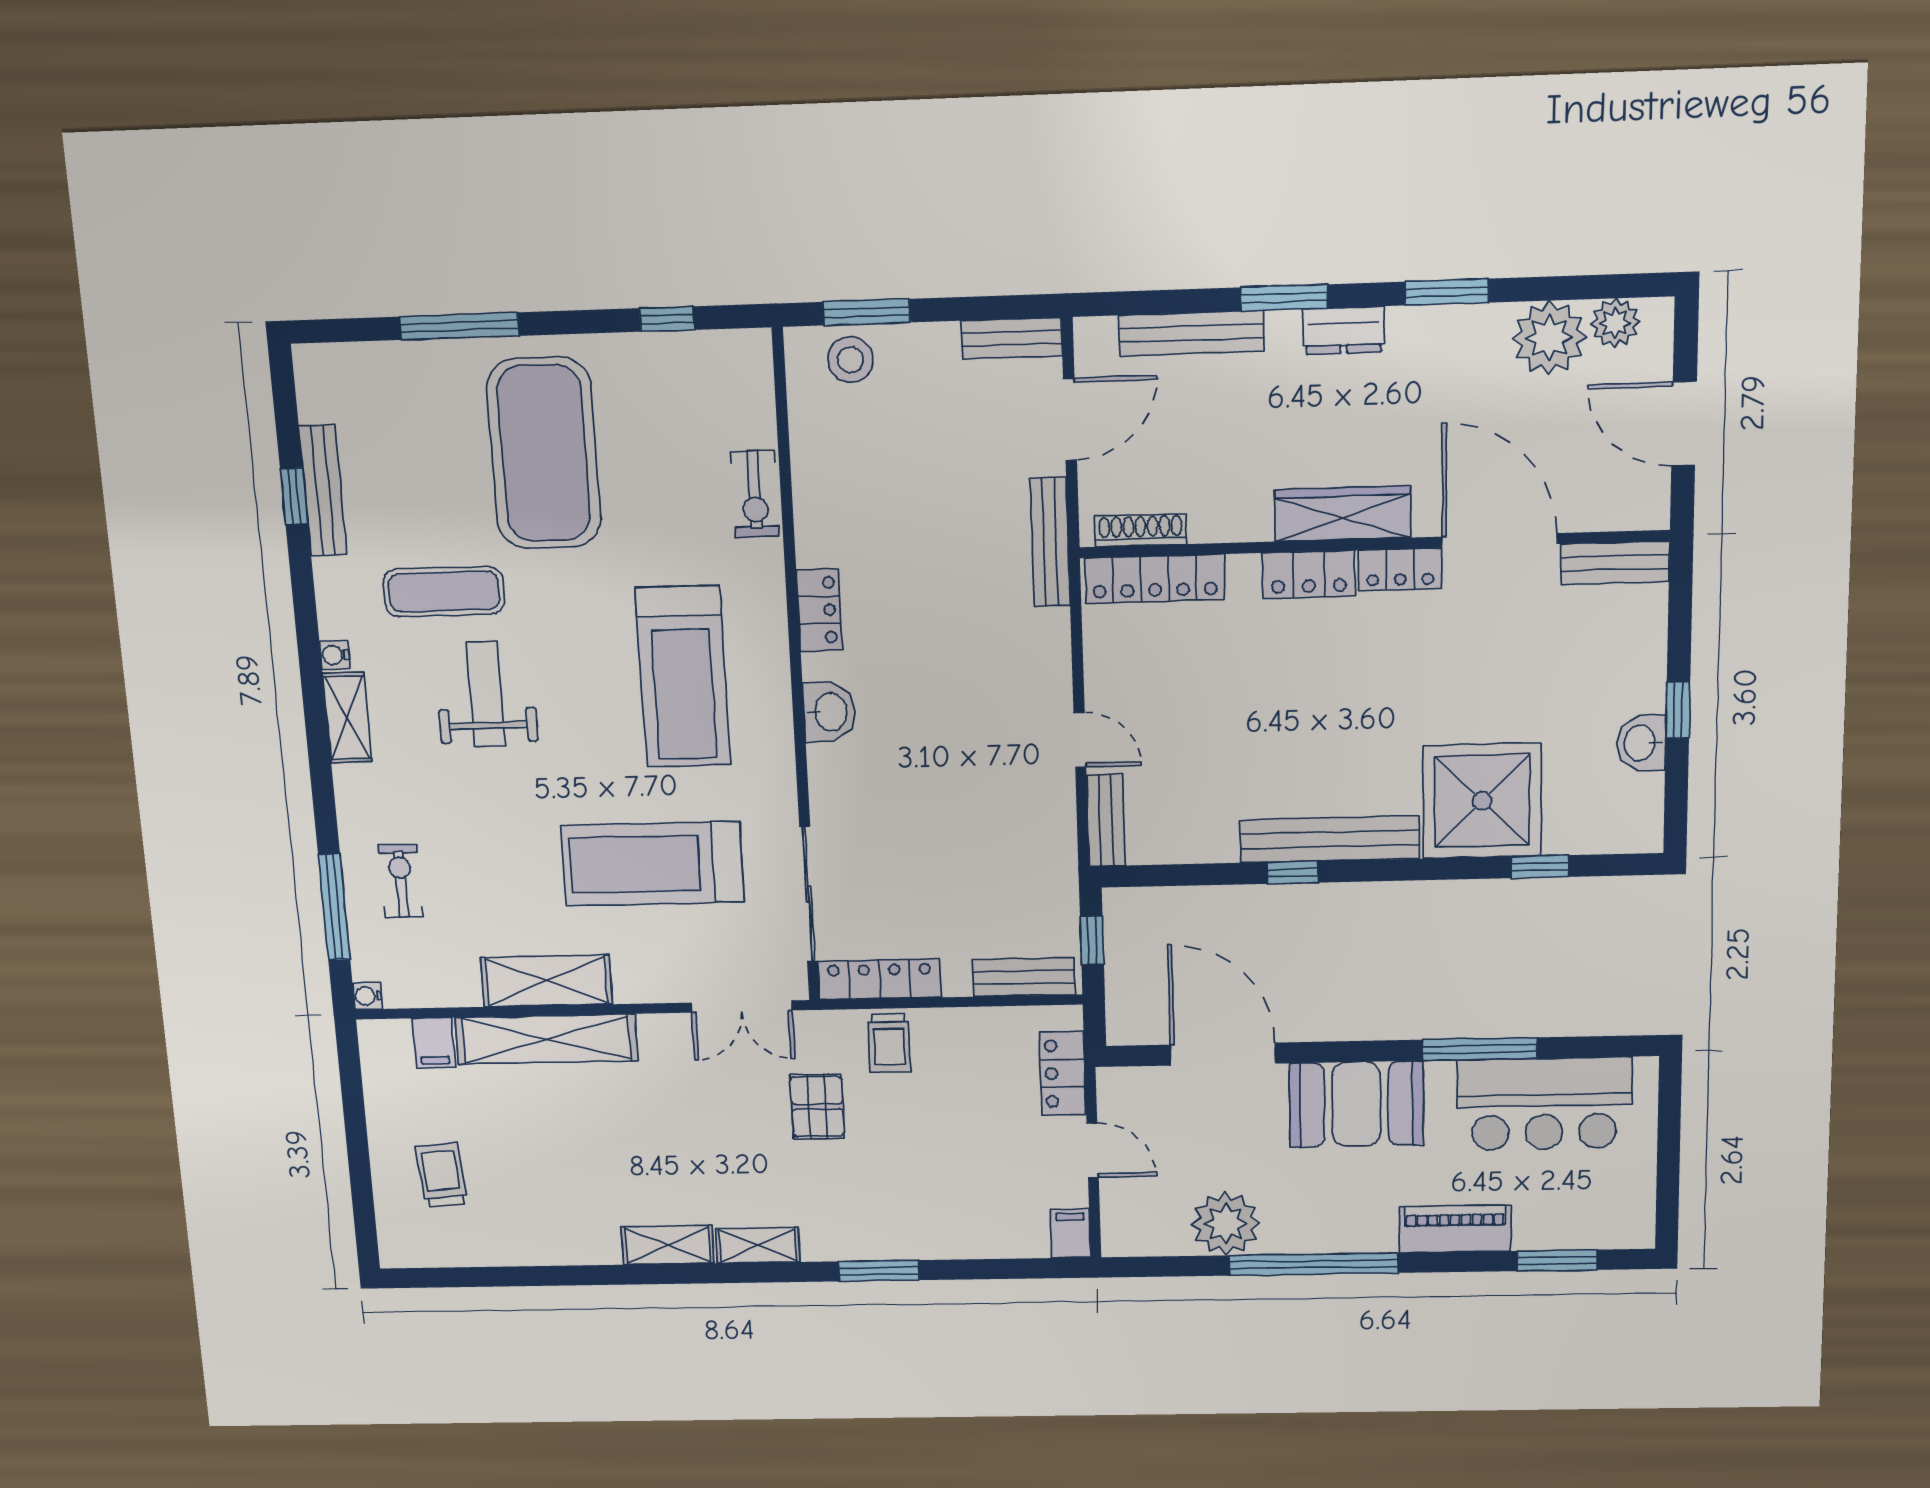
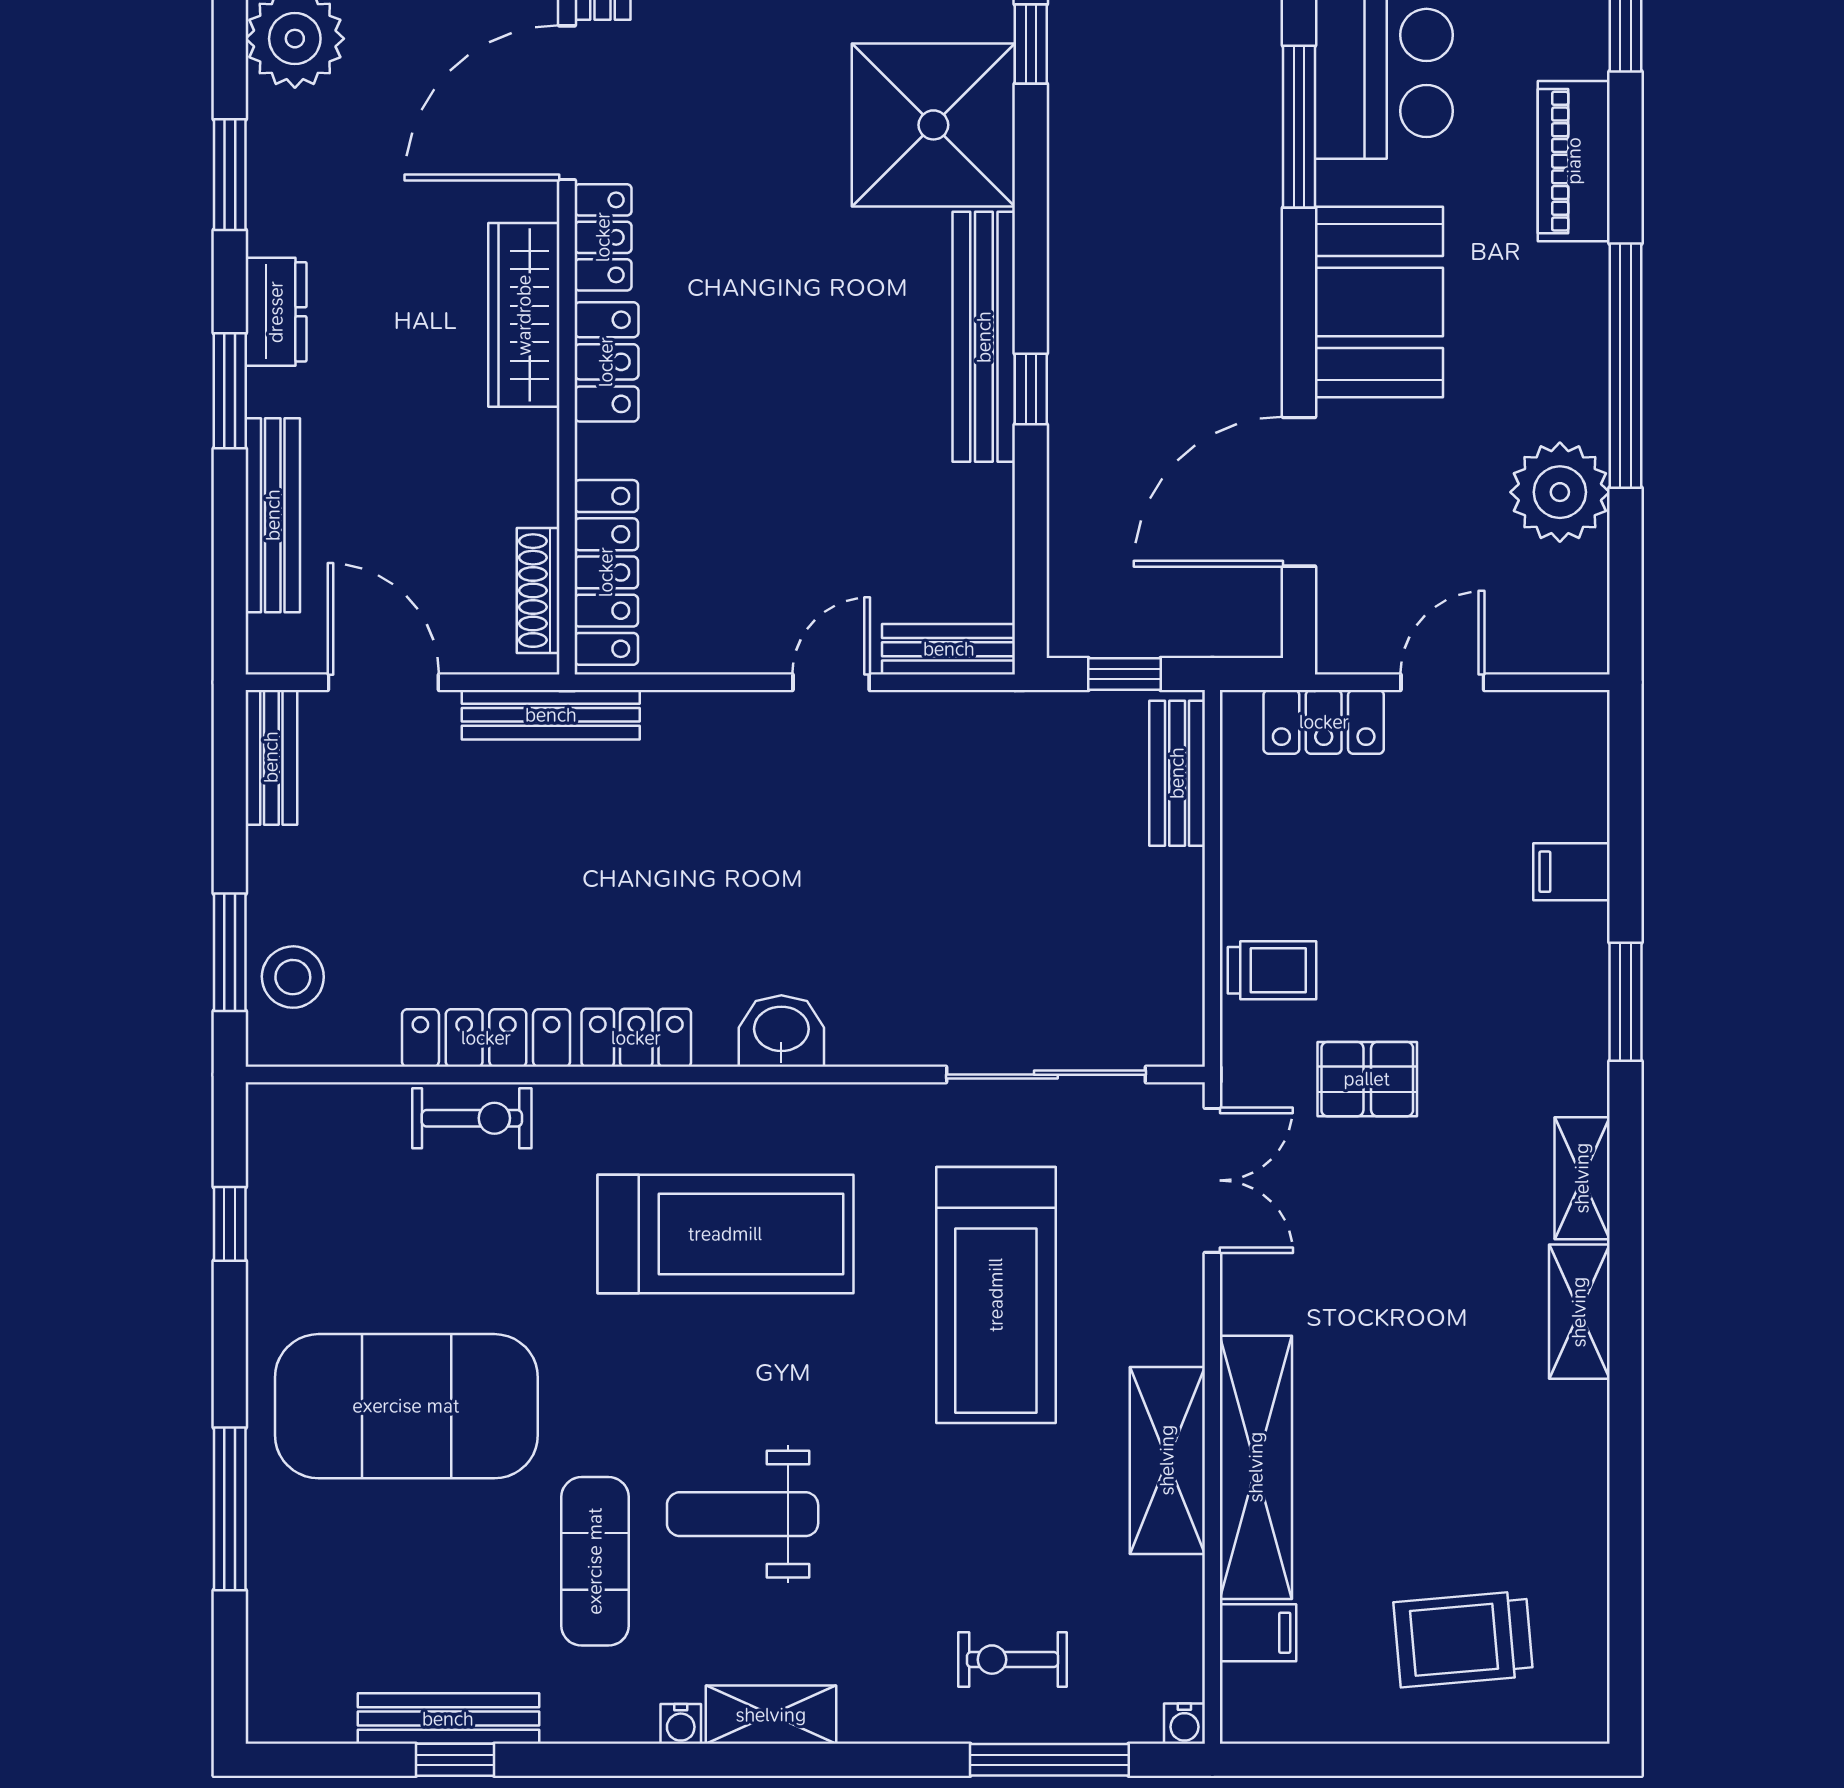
locker: (879, 979) -> (486, 1038), moved, turned 90
trolley: (441, 1175) -> (1463, 1639), width x1.36, depth x1.39
filing cabinet: (1070, 1234) -> (1572, 872), moved

